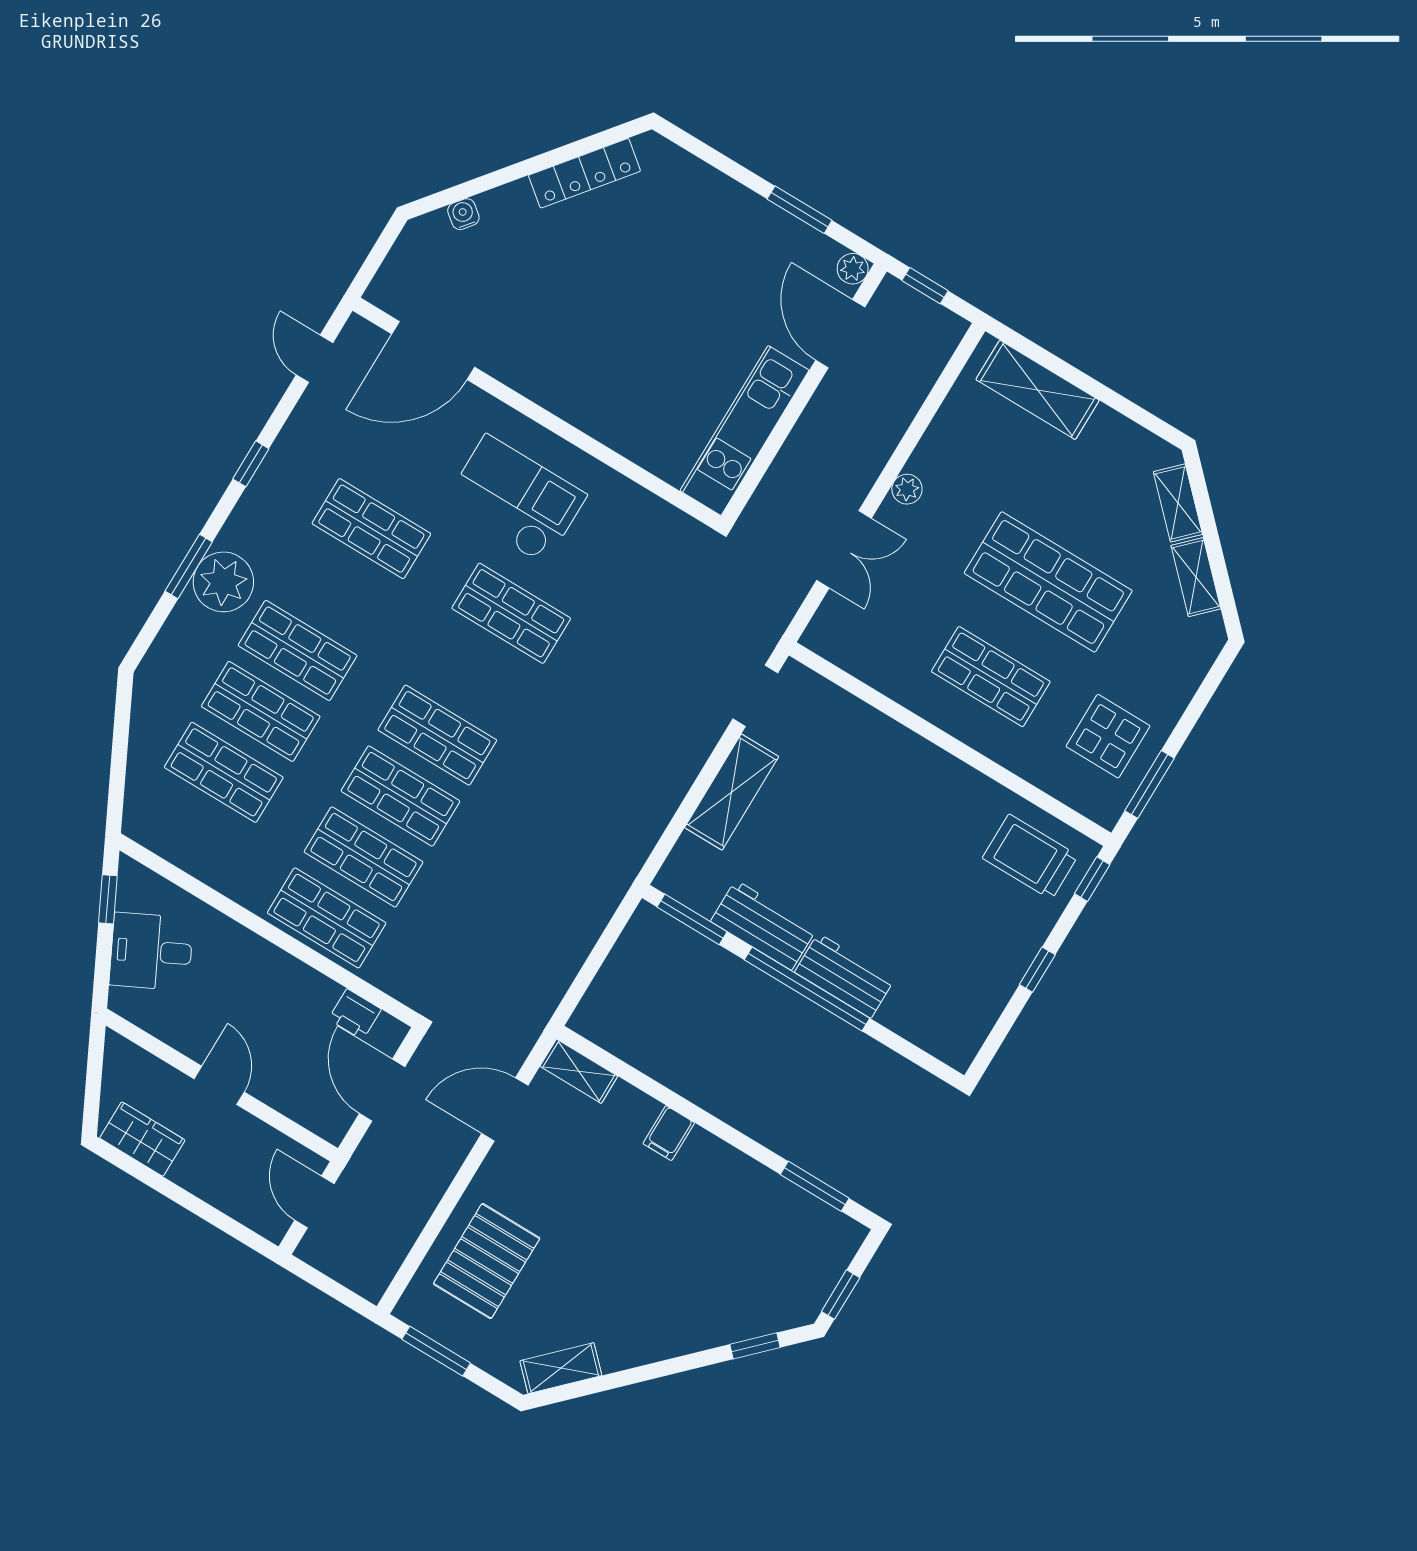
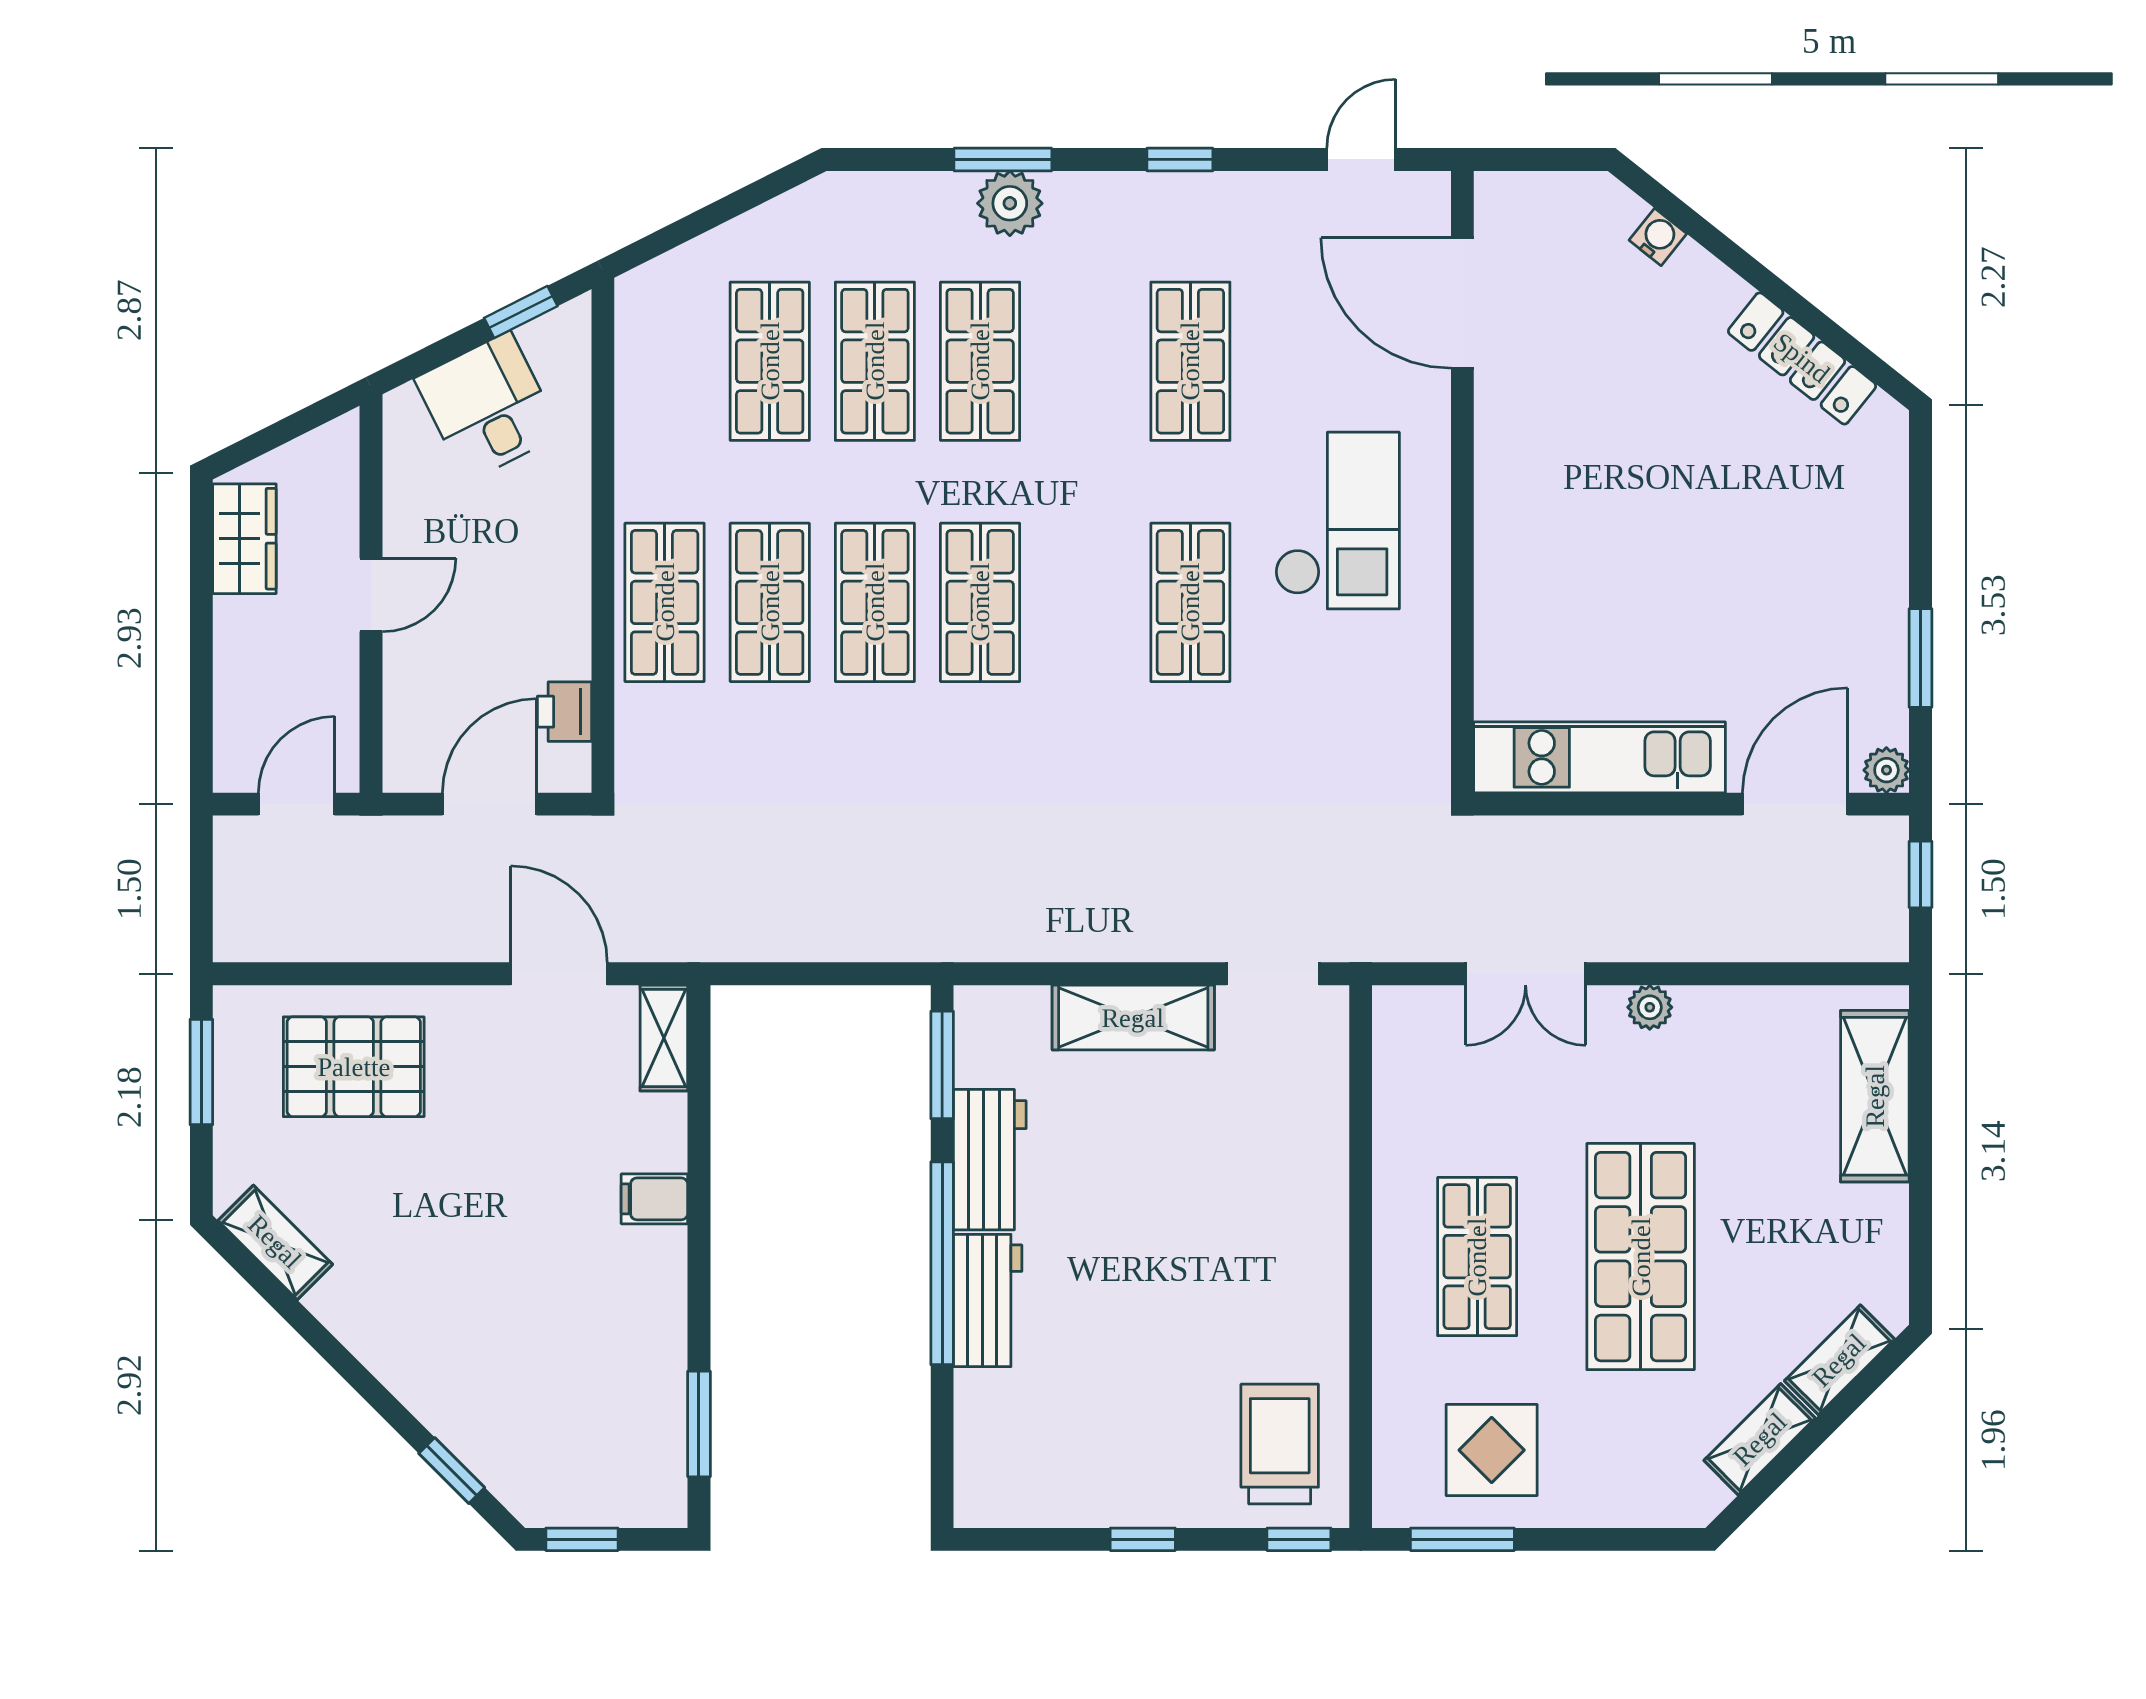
plant: (223, 582) -> (1010, 203), width x0.73, depth x0.73

